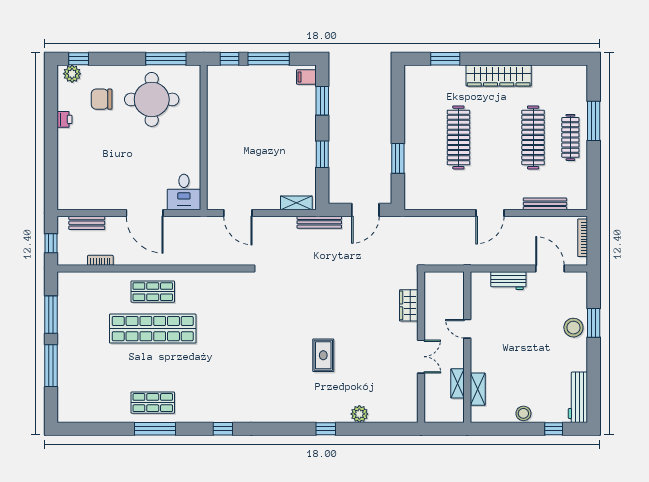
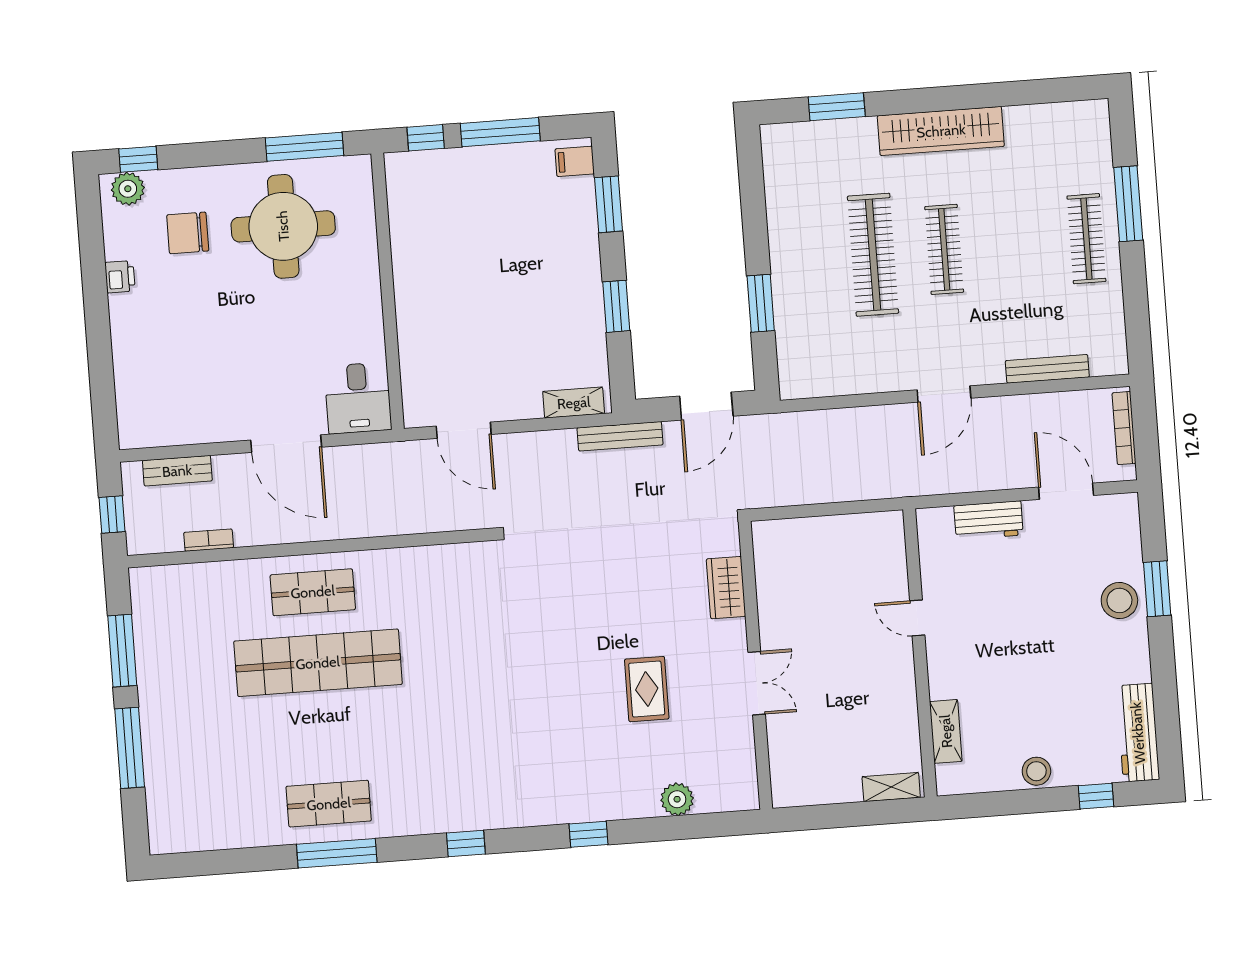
clothes rail: (533, 137) -> (944, 249), moved, width x0.73, depth x0.76
wardrobe: (409, 305) -> (726, 588), moved
wall: (421, 347) -> (755, 665), moved
double door: (421, 357) -> (757, 683), moved
shelving: (458, 383) -> (891, 787), moved, turned 90
plant: (359, 414) -> (677, 799), moved
window: (326, 429) -> (588, 834), moved

